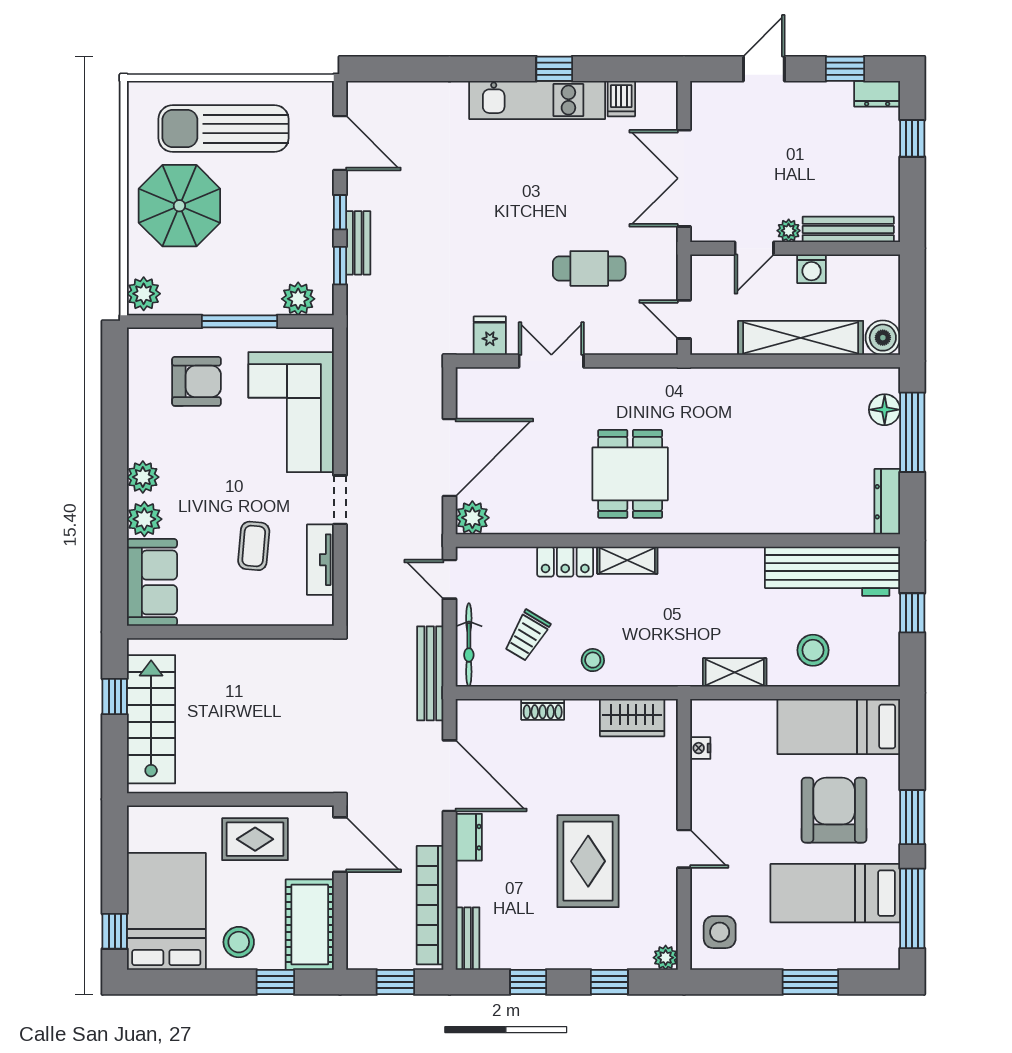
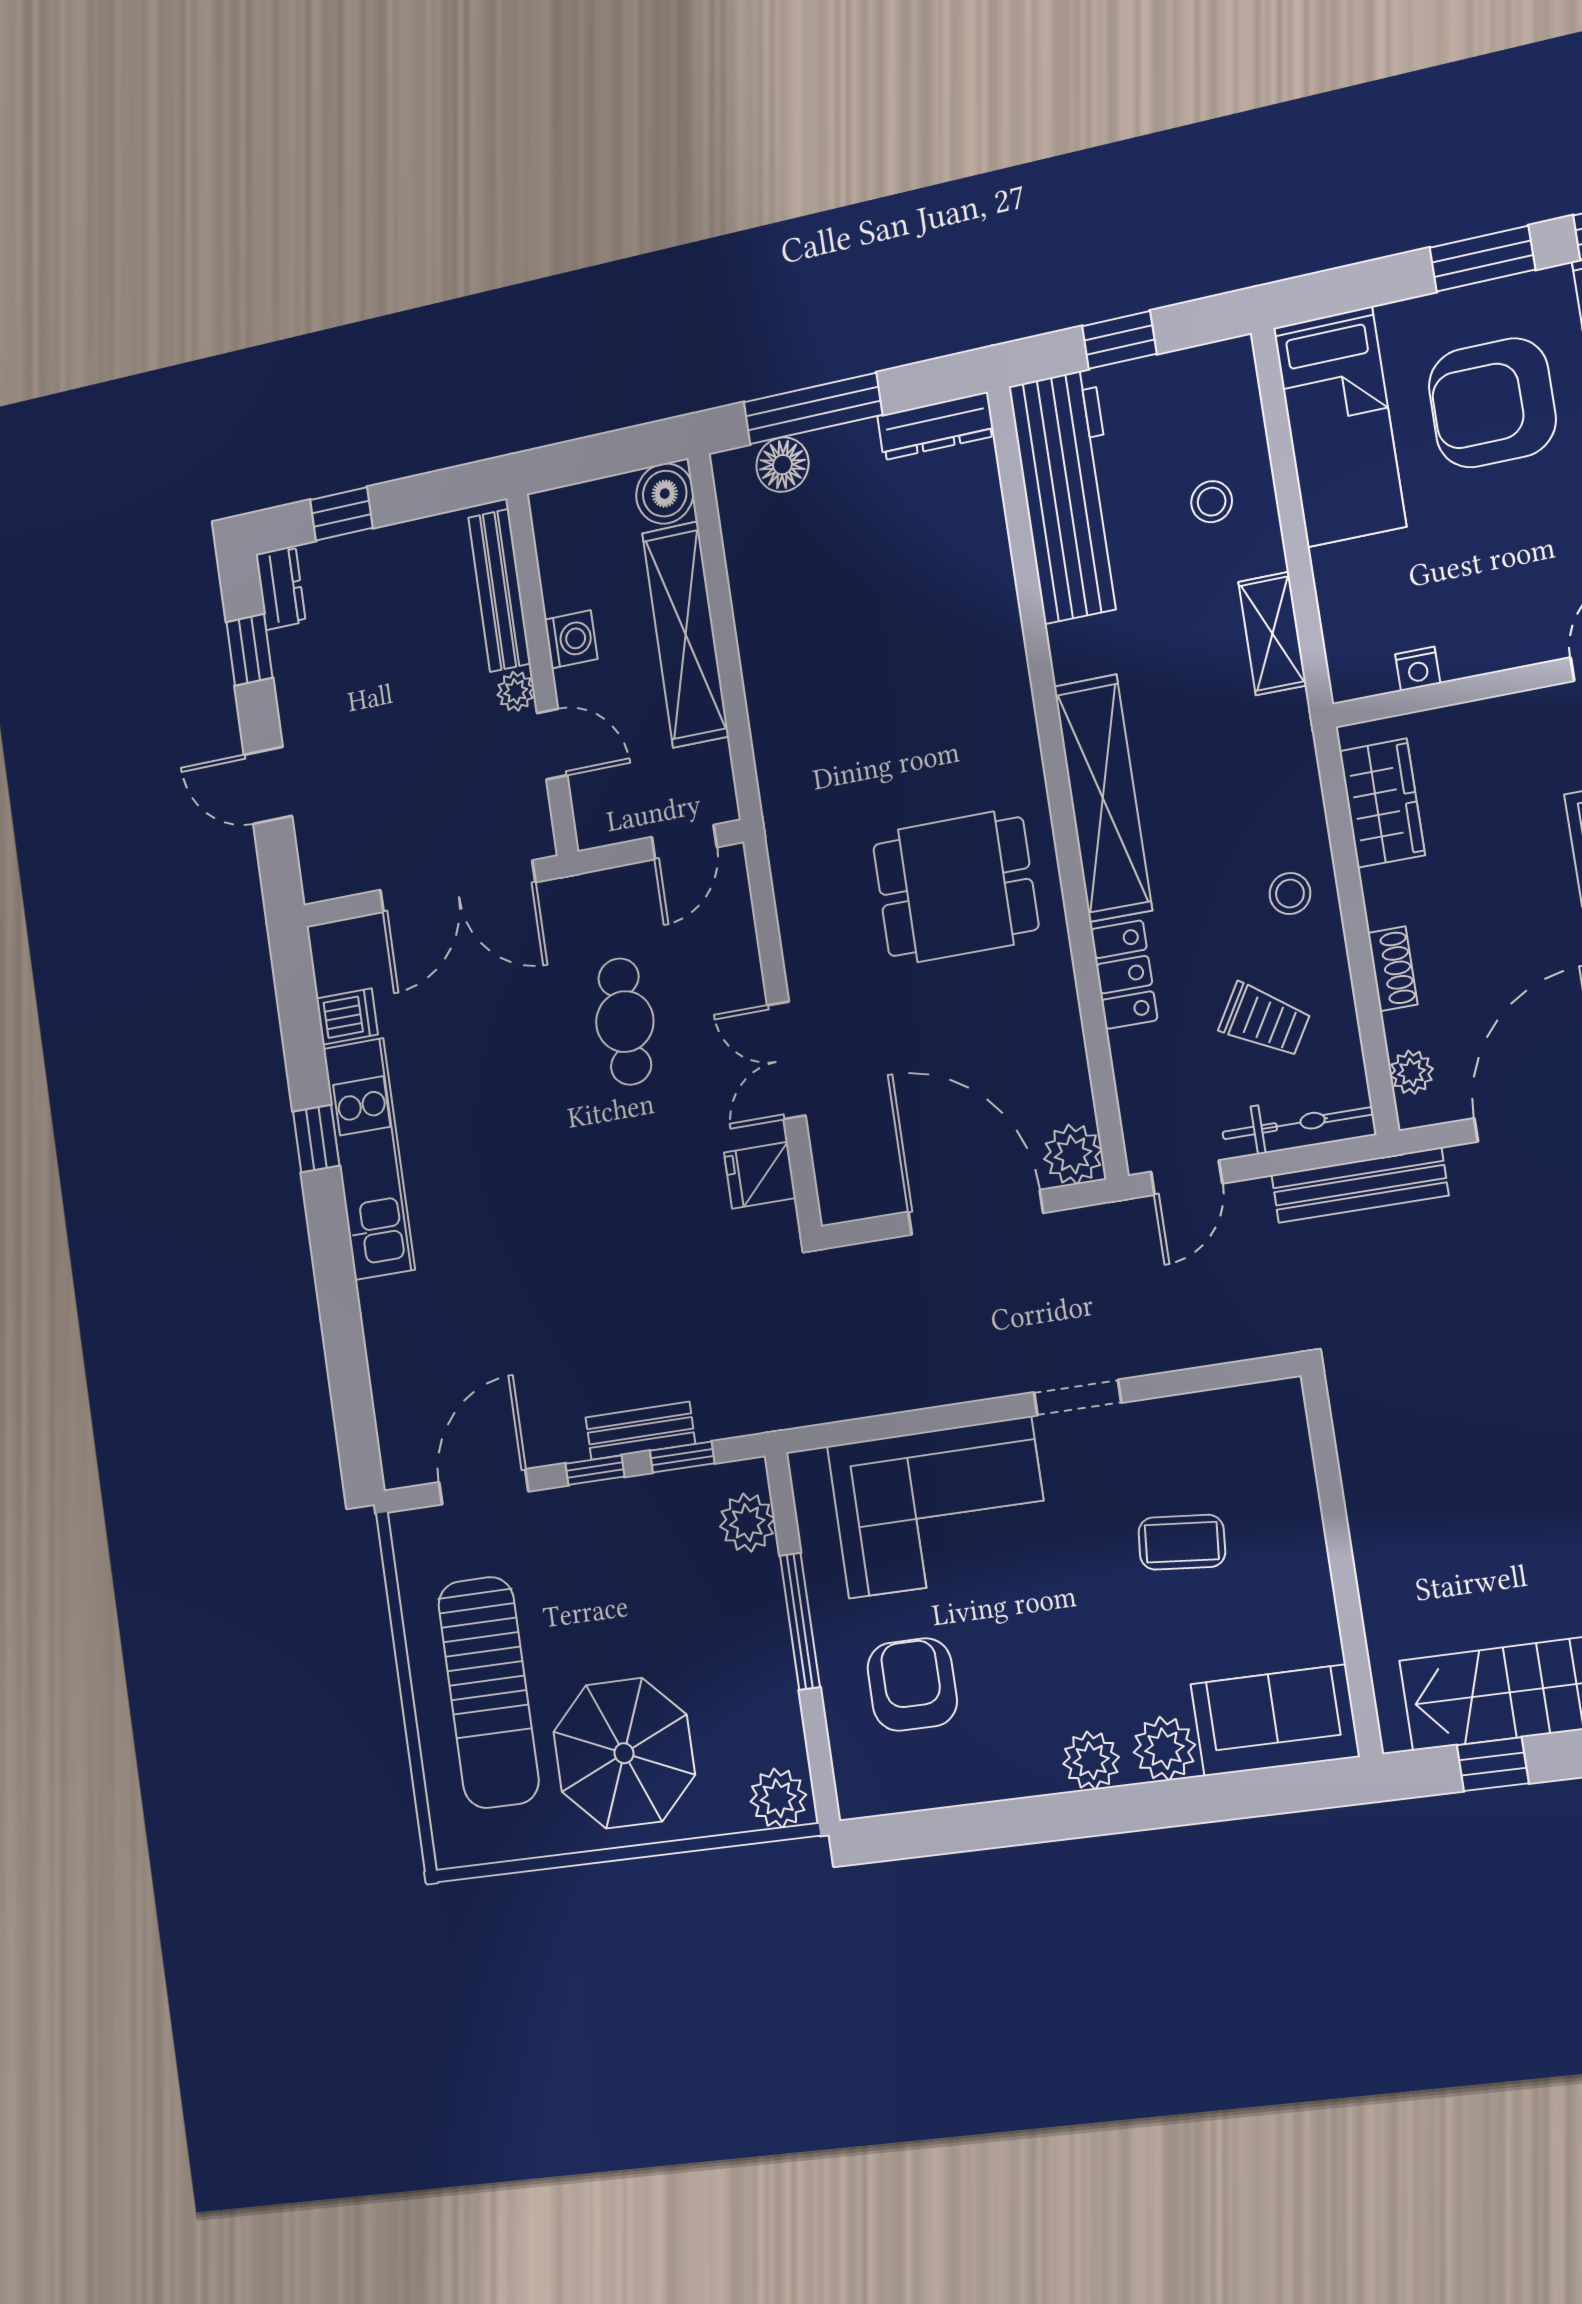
tv unit: (320, 560) -> (1188, 1417), removed
shelving: (627, 560) -> (1103, 798), width x2.20, depth x1.33
stool: (813, 650) -> (1212, 502), width x0.73, depth x0.73
plant: (486, 711) -> (1411, 1072), added

